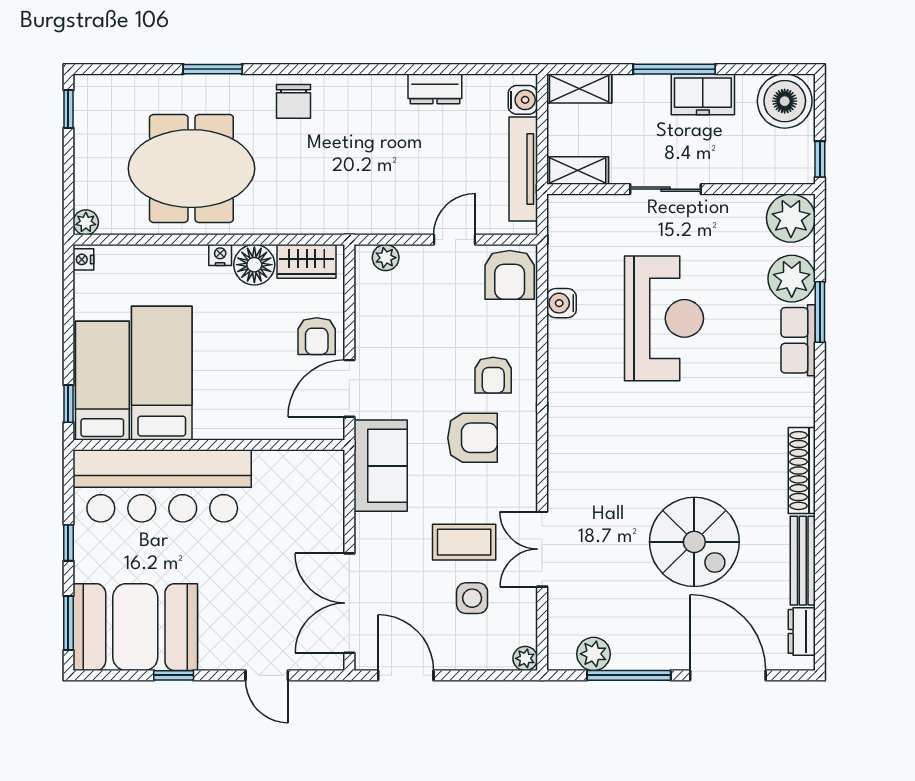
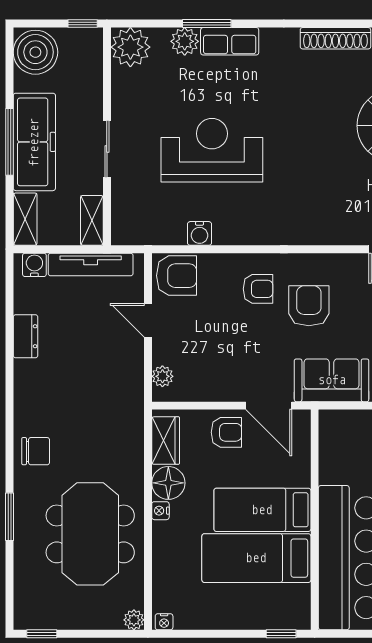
freezer: (703, 94) -> (34, 142), width x1.91, depth x1.26
plant: (792, 279) -> (185, 41), width x0.73, depth x0.73
bed: (102, 381) -> (262, 510), moved

